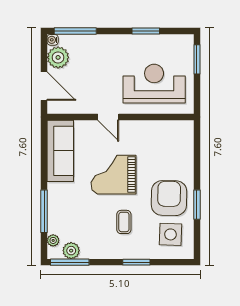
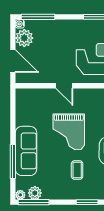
sofa: (60, 151) -> (26, 151), moved
grand piano: (114, 175) -> (69, 132), turned -90
plant: (53, 240) -> (20, 195), moved

